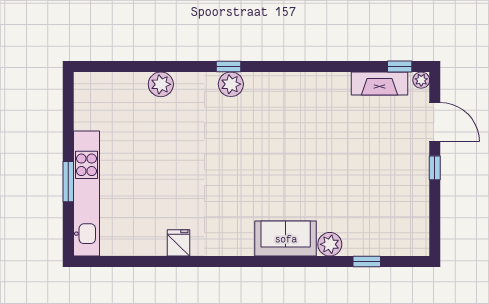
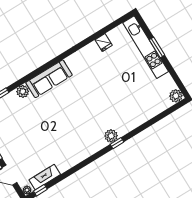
plant: (161, 84) -> (176, 96), moved
sofa: (286, 239) -> (49, 79), width x1.36
fridge: (179, 243) -> (104, 43), moved

